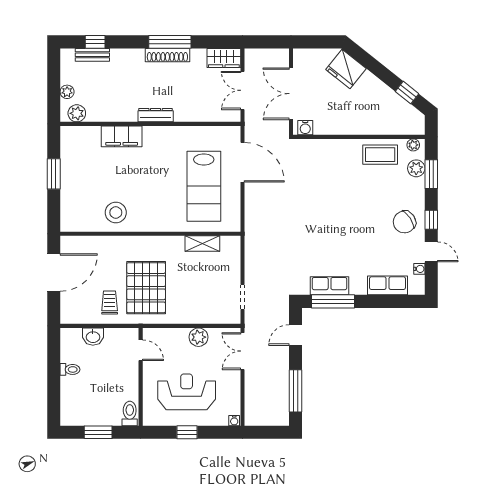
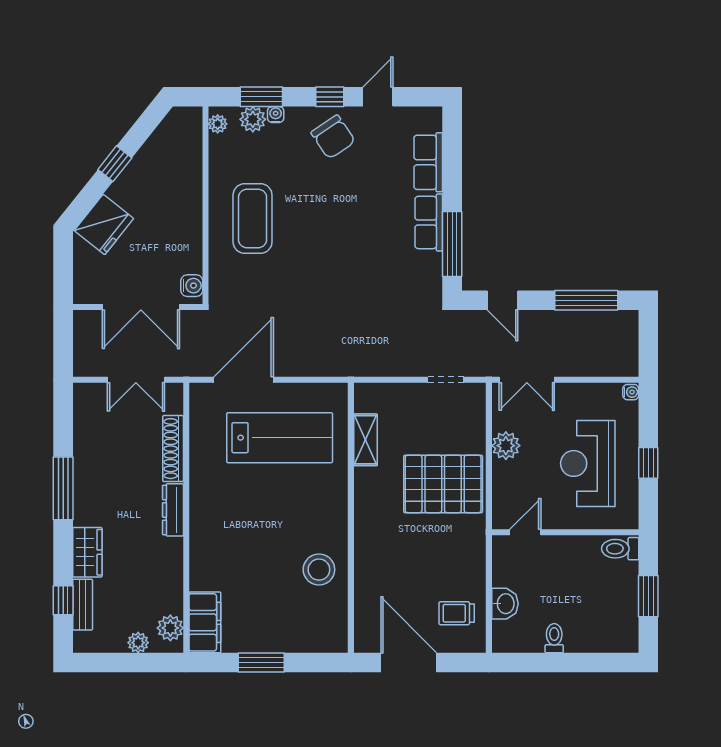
shoe rack: (167, 55) -> (173, 449), moved, turned 180
wardrobe: (224, 58) -> (87, 552), moved
window: (407, 93) -> (115, 164), moved
filing cabinet: (122, 136) -> (205, 622), moved
coffee table: (380, 155) -> (253, 218), moved, width x1.36, depth x1.32
water cooler: (419, 269) -> (276, 115), moved
row of seats: (330, 286) -> (429, 222), moved
pallet: (146, 288) -> (443, 484), moved
trolley: (110, 302) -> (457, 613), moved

